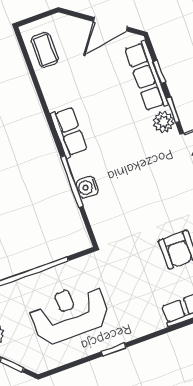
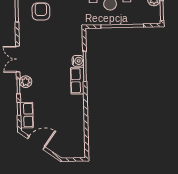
coffee table: (45, 50) -> (75, 141), removed
row of seats: (146, 76) -> (27, 115), width x0.68
row of seats: (69, 132) -> (77, 81), moved

